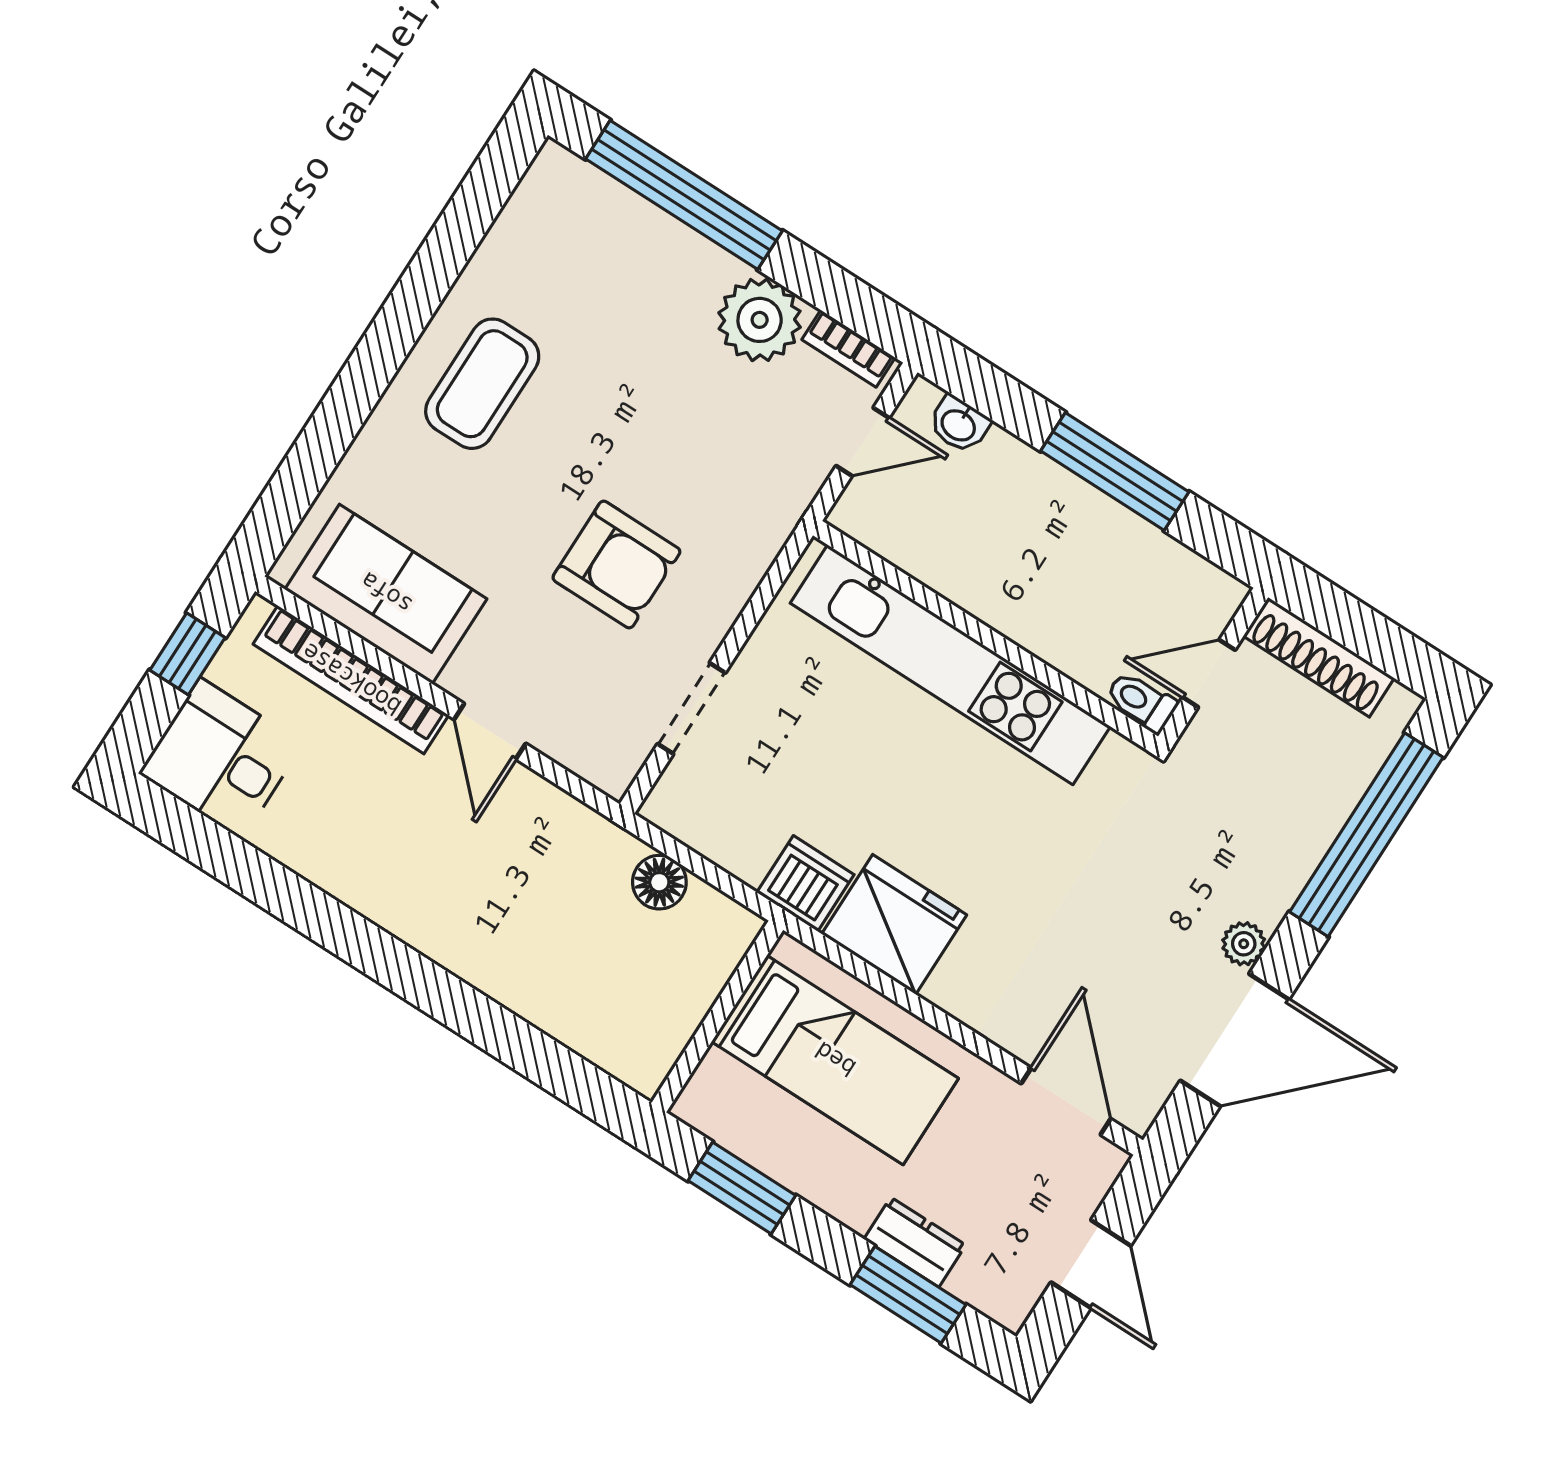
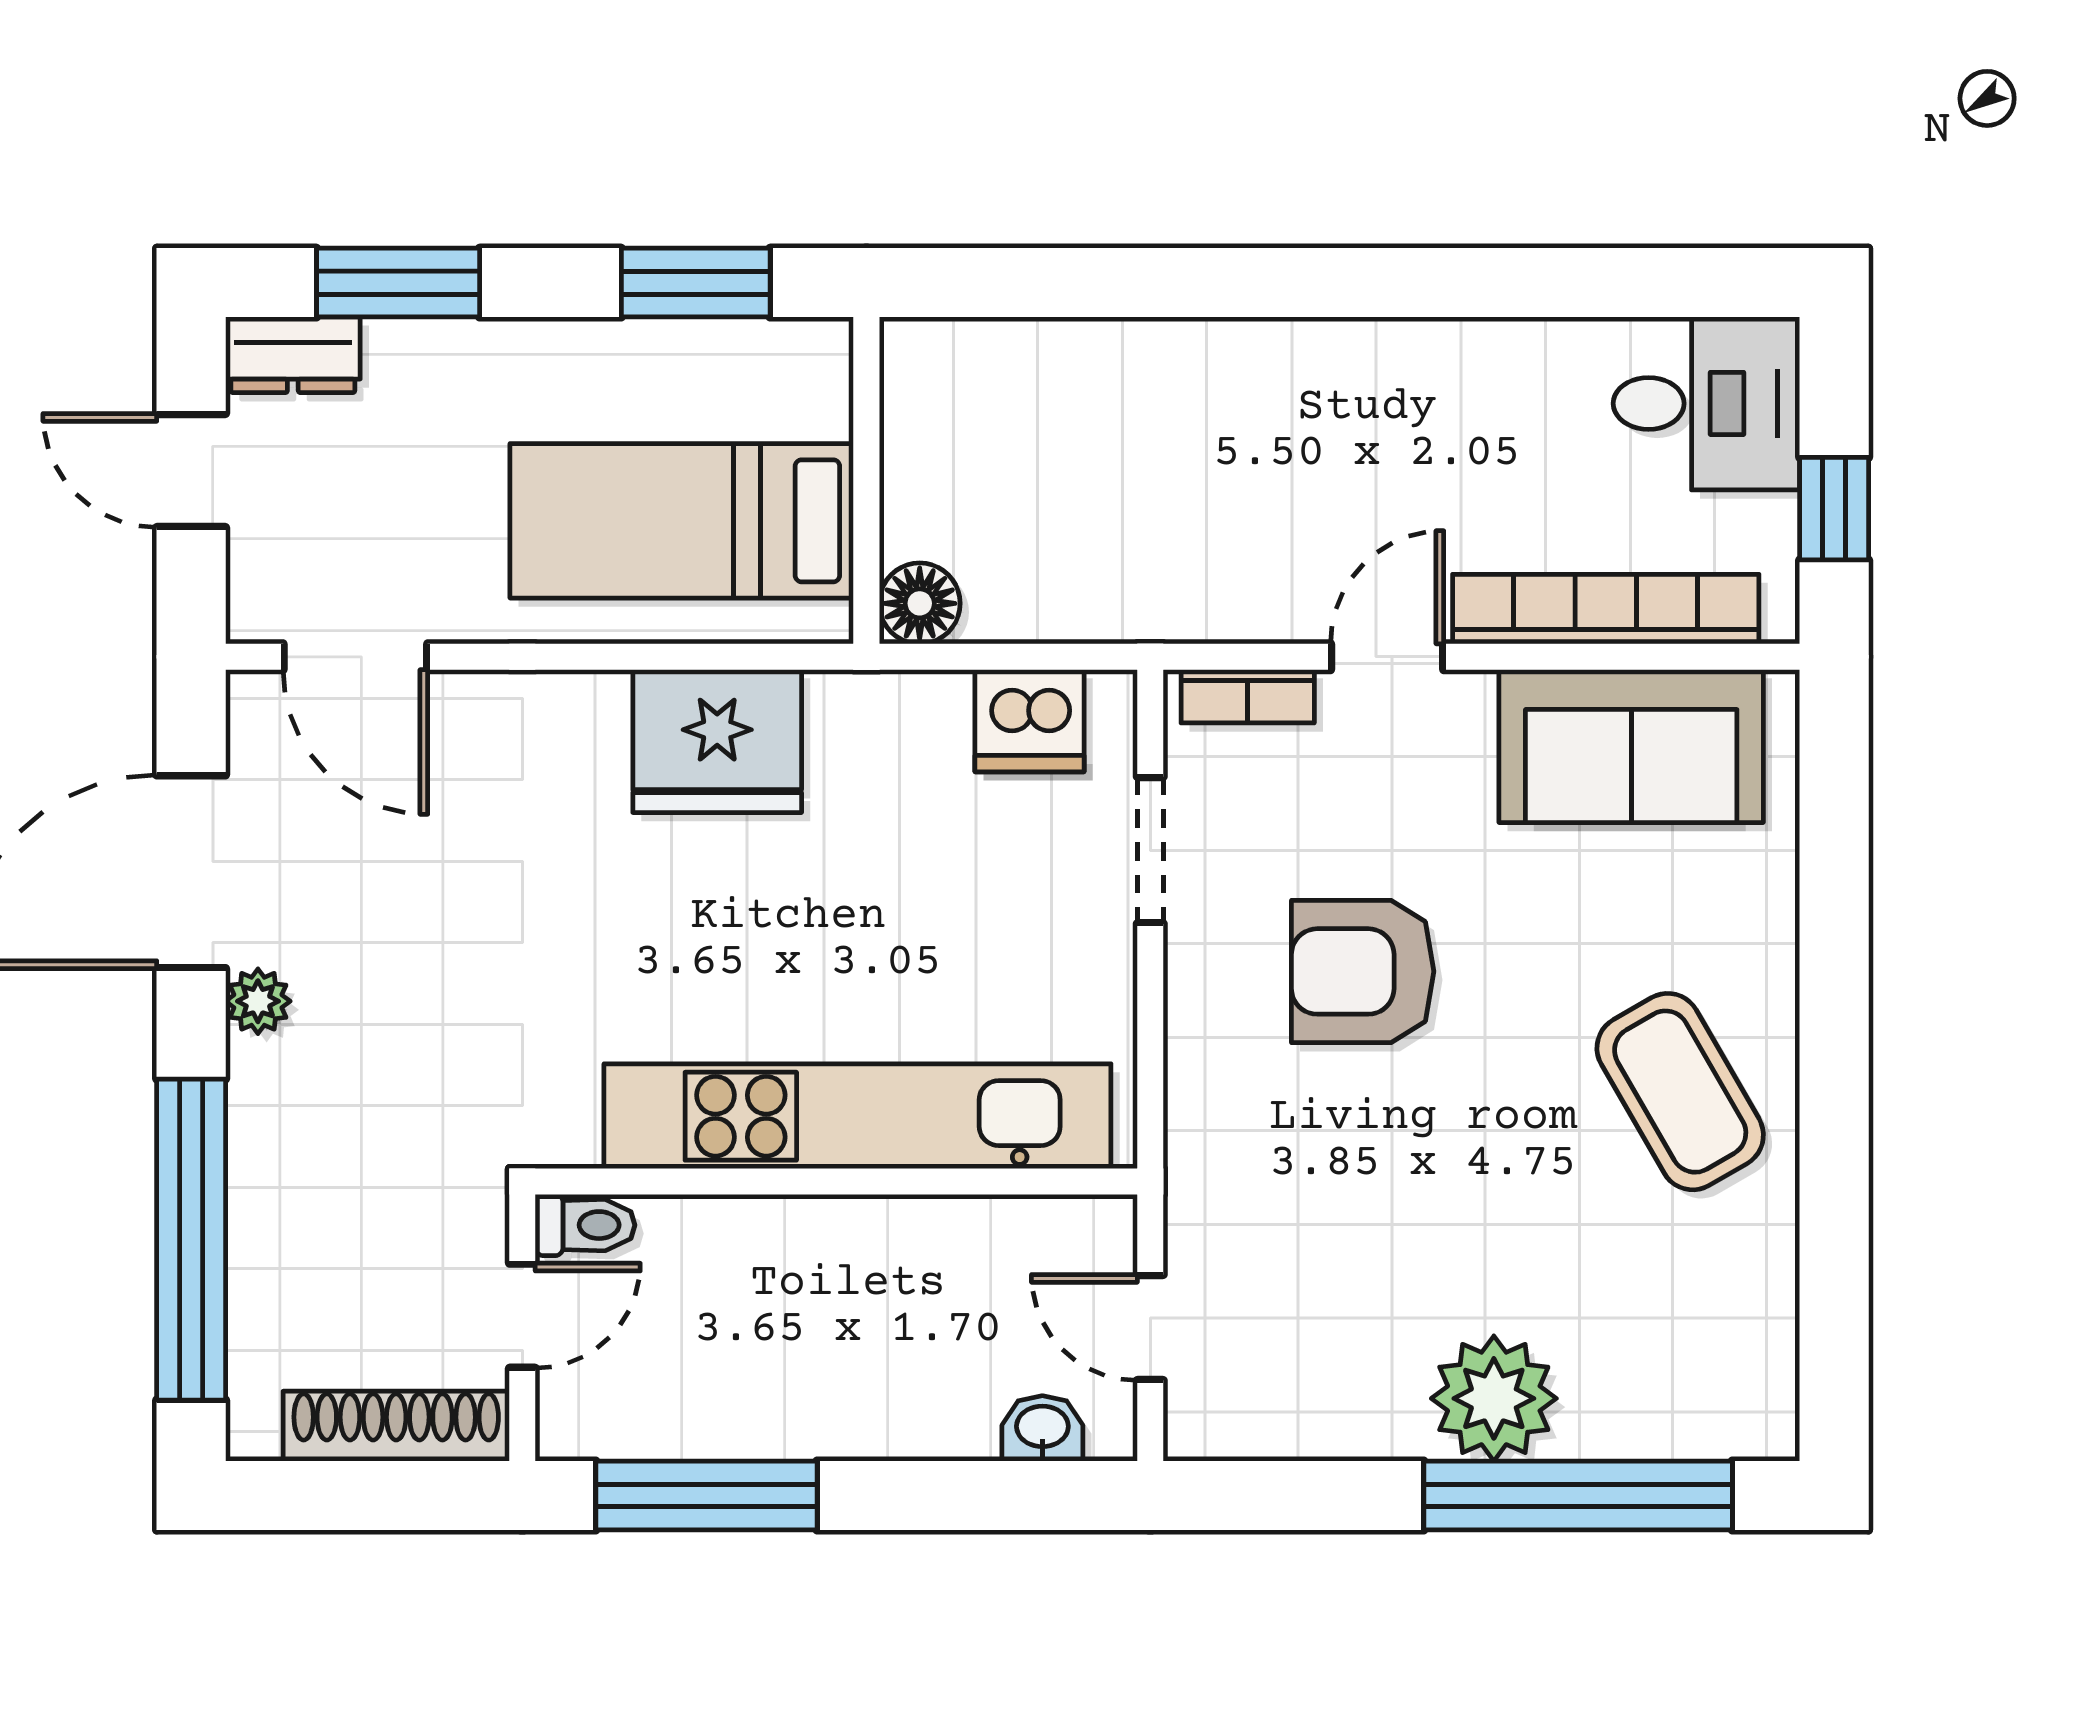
plant: (760, 320) -> (1494, 1398), moved
bookcase: (848, 349) -> (1248, 696), moved, turned 180
coffee table: (482, 384) -> (1680, 1092), turned -30
door: (863, 442) -> (1150, 1328), hinge flipped
window: (1115, 471) -> (706, 1495), moved
door: (490, 731) -> (1387, 657), hinge flipped
floor lamp: (659, 882) -> (920, 603), moved
dishwasher: (805, 884) -> (1030, 721), moved
dresser: (915, 1242) -> (293, 355), moved

